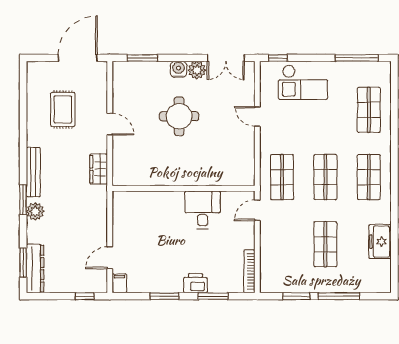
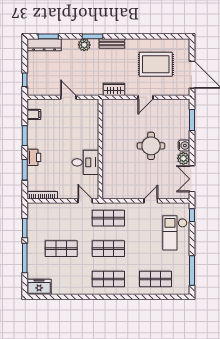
rug: (63, 109) -> (156, 64), width x1.36, depth x1.43
bench: (33, 172) -> (112, 44), width x0.73
freezer: (380, 242) -> (39, 287), moved
door: (110, 258) -> (68, 97), moved
filing cabinet: (119, 283) -> (34, 114), moved

